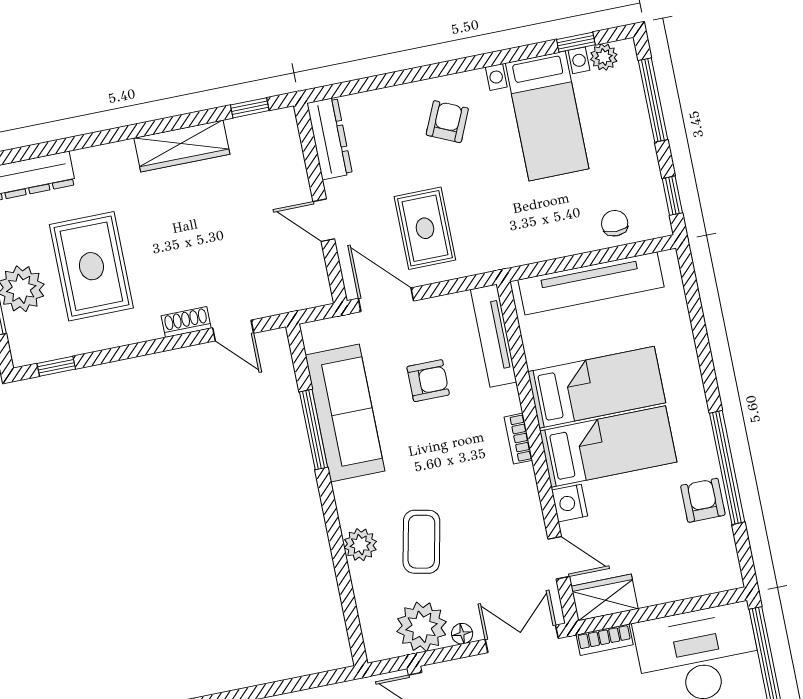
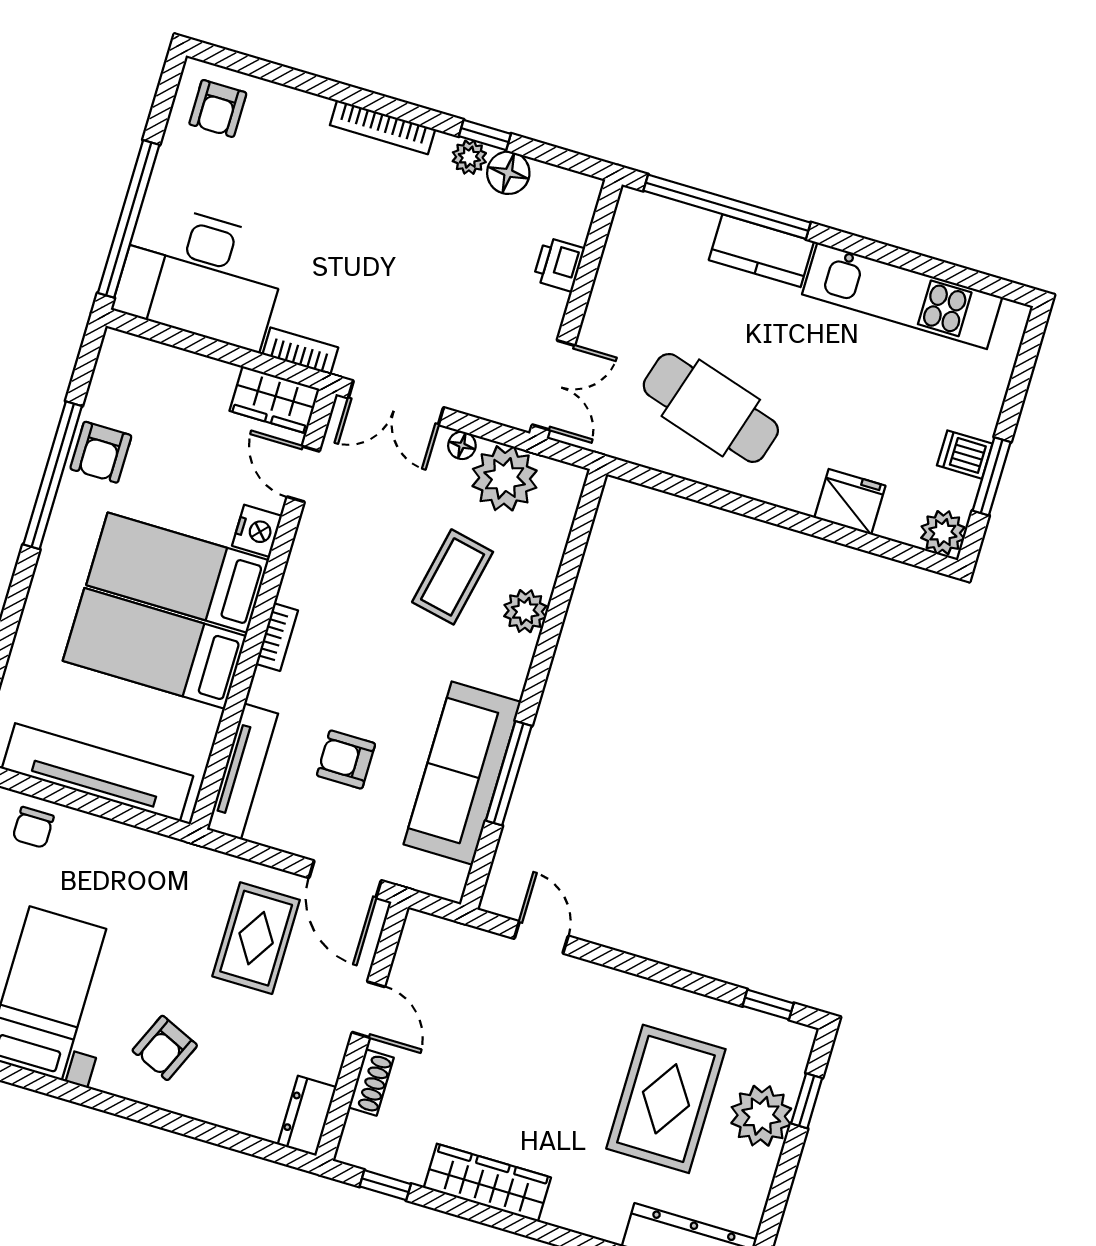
dresser: (330, 138) -> (307, 1116), width x0.70
shoe rack: (186, 322) -> (371, 1082), moved, turned -90

